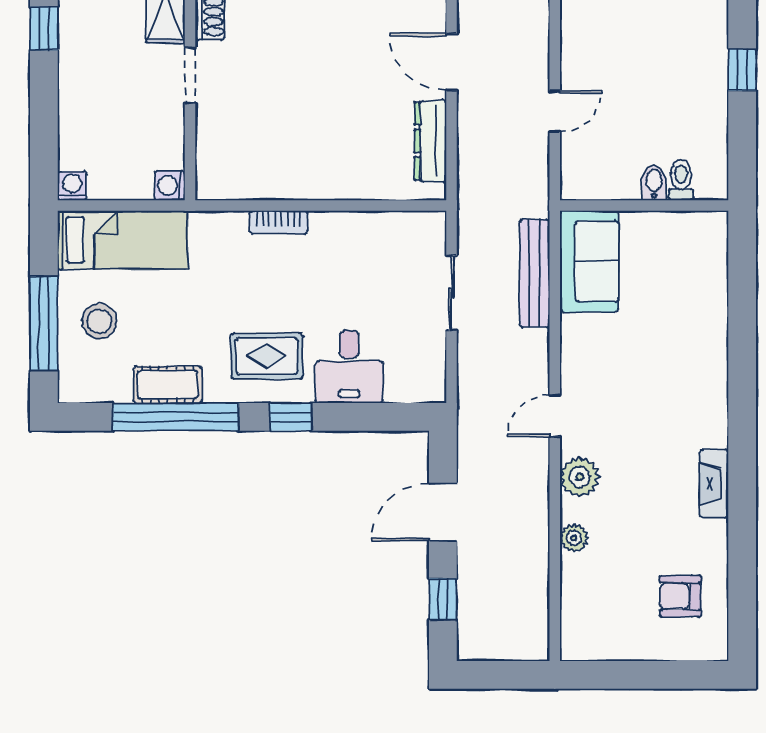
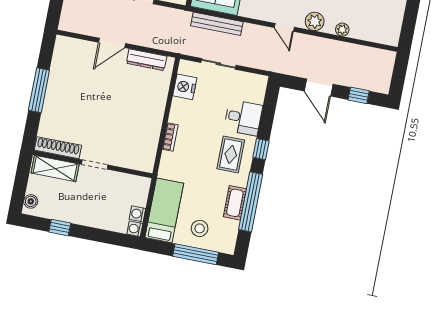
washing machine: (170, 185) -> (137, 214), moved, turned 90
nightstand: (390, 232) -> (185, 87), added

